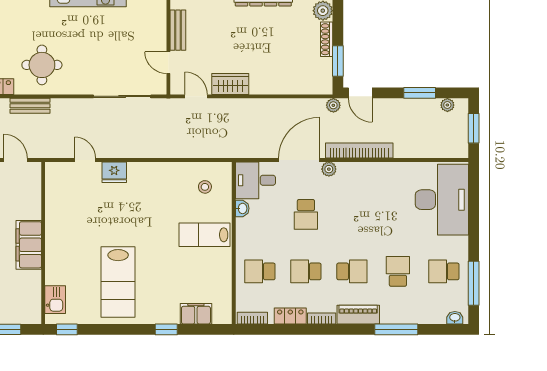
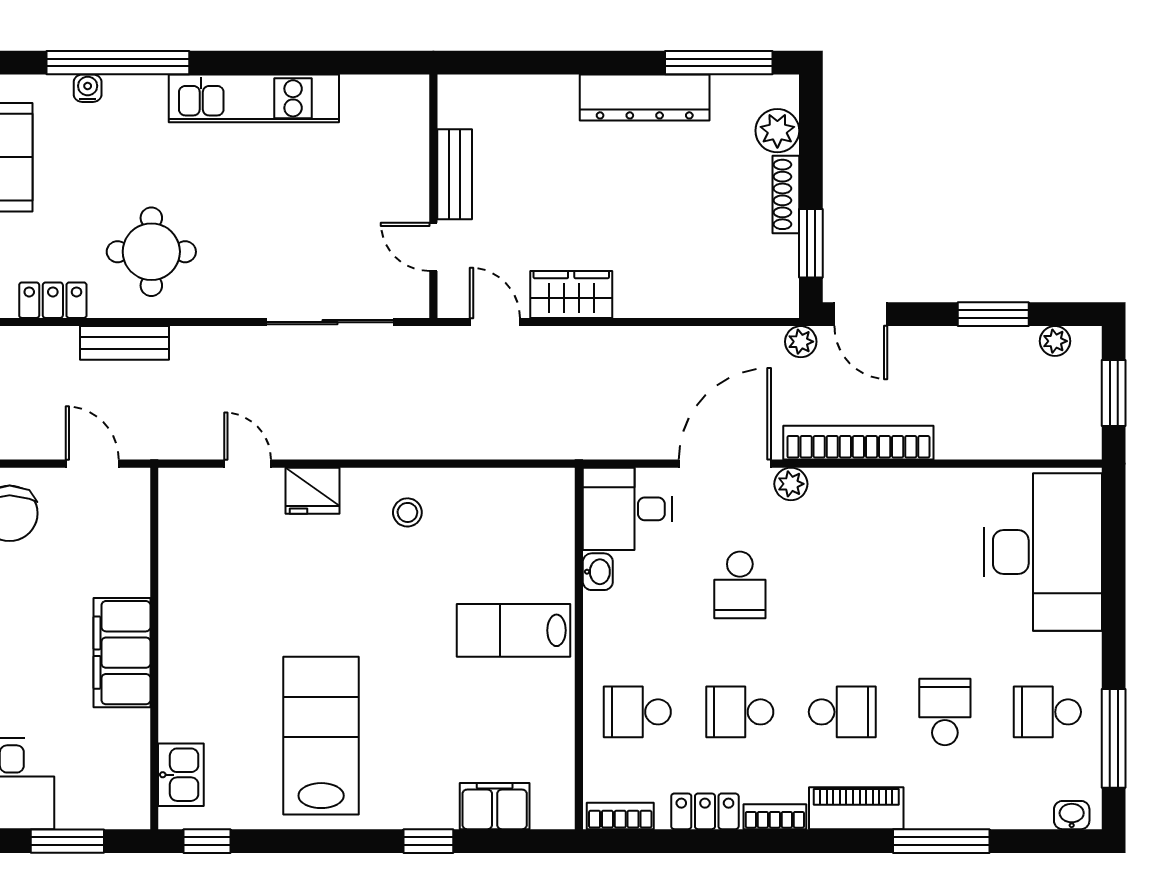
stool: (205, 187) -> (407, 512), moved
lab bench: (118, 282) -> (321, 736), turned 180

